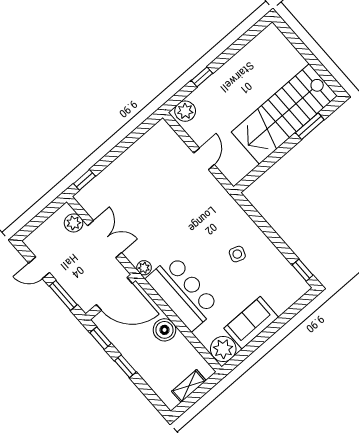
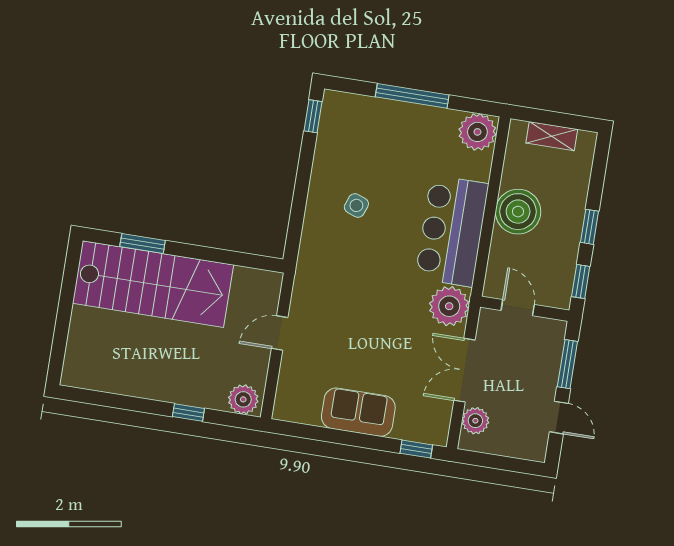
plant: (144, 268) -> (449, 306), width x1.88, depth x1.88
door: (114, 294) -> (518, 308), width x0.53
sofa: (251, 323) -> (358, 412), moved, turned 180
boiler: (164, 330) -> (518, 212), width x1.37, depth x1.37
window: (270, 331) -> (412, 96), added

